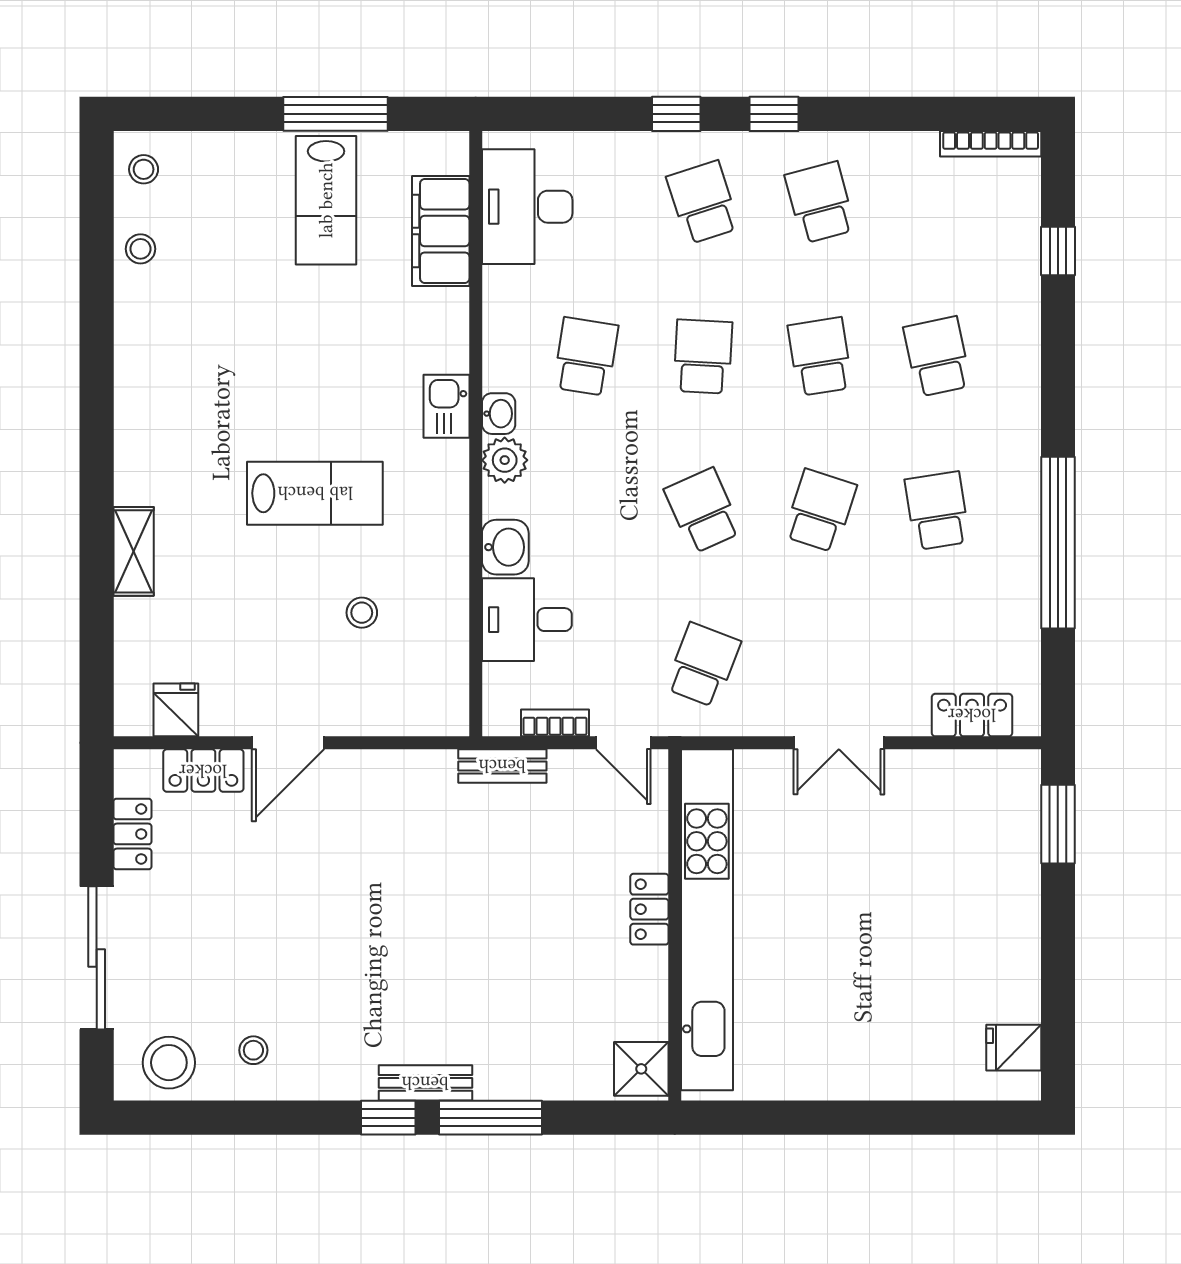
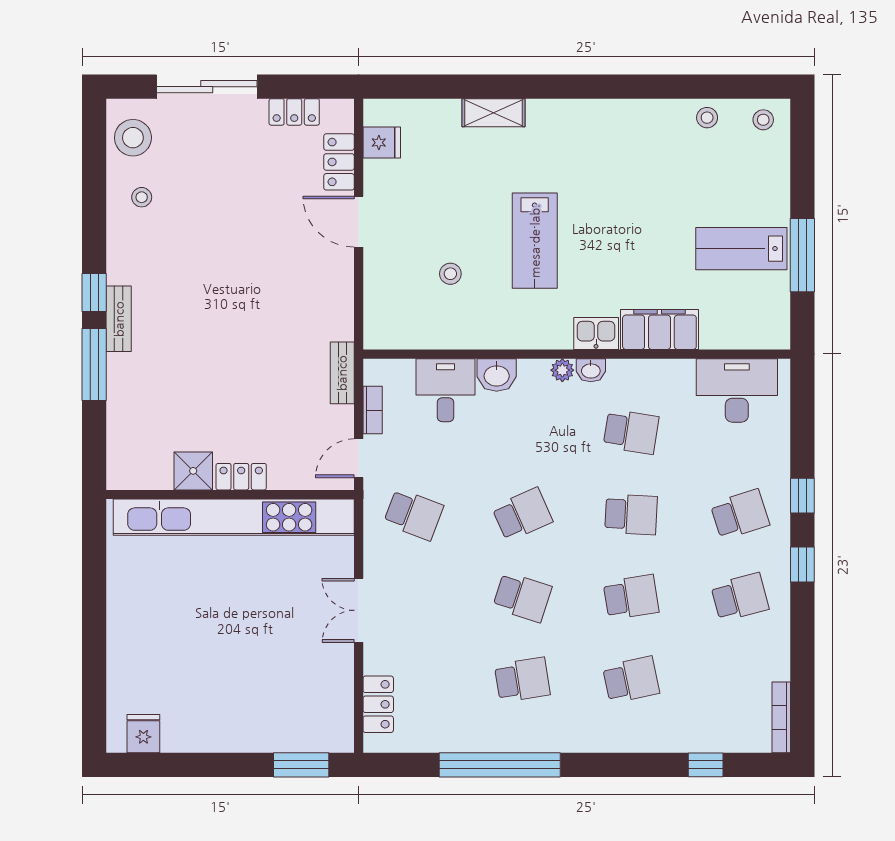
filing cabinet: (441, 231) -> (659, 329), moved
plant: (505, 460) -> (562, 370), width x0.73, depth x0.73
shower: (641, 1069) -> (193, 471), moved

